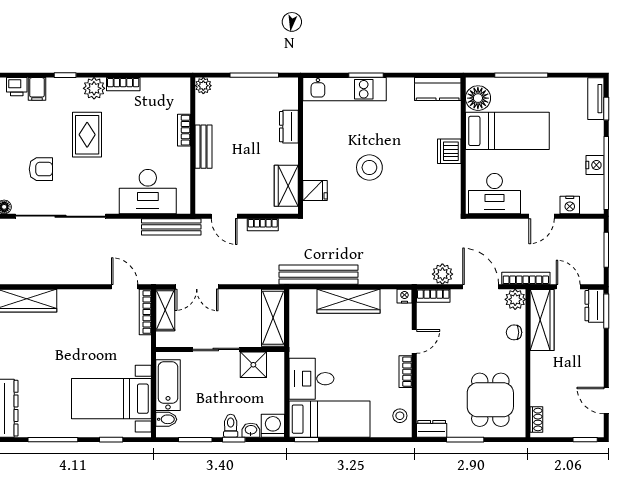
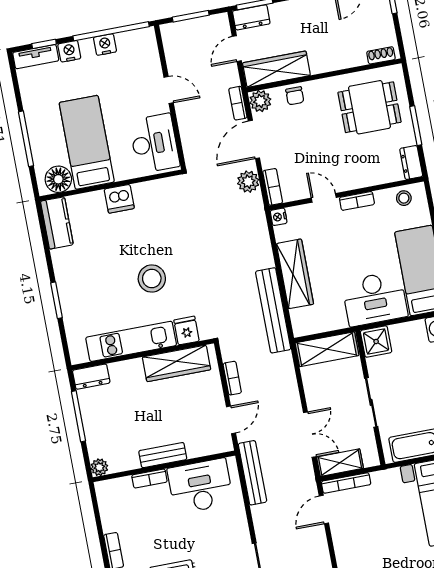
kitchen unit: (345, 89) -> (131, 341), moved, turned -90
dresser: (289, 127) -> (91, 377), moved
wardrobe: (286, 186) -> (176, 363), width x1.50
desk: (148, 192) -> (200, 486), moved, turned -90
nightstand: (570, 205) -> (69, 51), moved, turned -90
bookcase: (526, 278) -> (238, 103), width x0.64
shower: (253, 365) -> (376, 341), moved
desk: (311, 379) -> (375, 299), width x1.37

